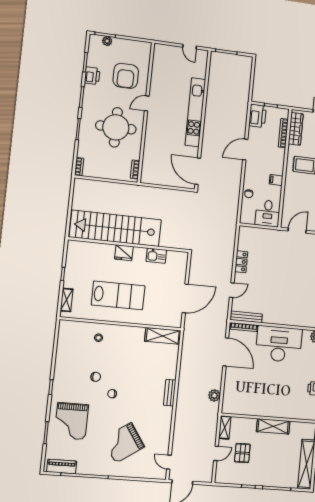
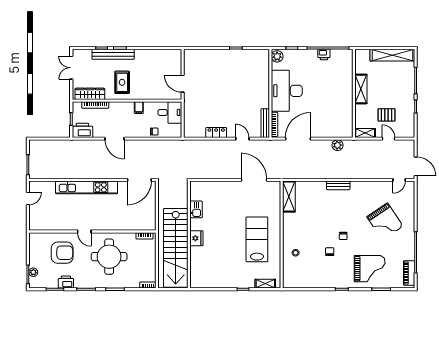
stairs: (115, 228) -> (176, 248), moved
wall: (129, 245) -> (189, 235), moved
fridge: (124, 253) -> (196, 238), moved
kitchen sink: (156, 256) -> (196, 209), moved

